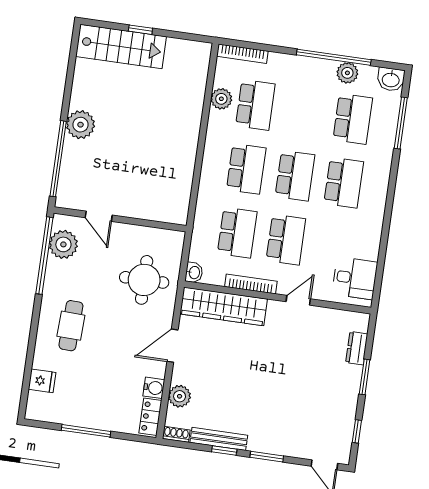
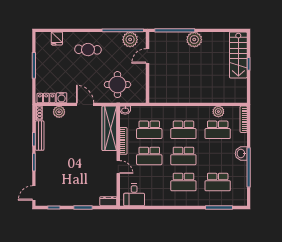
plant: (347, 73) -> (241, 176), removed
washbasin: (391, 79) -> (241, 153), moved
dresser: (357, 348) -> (108, 201), moved

